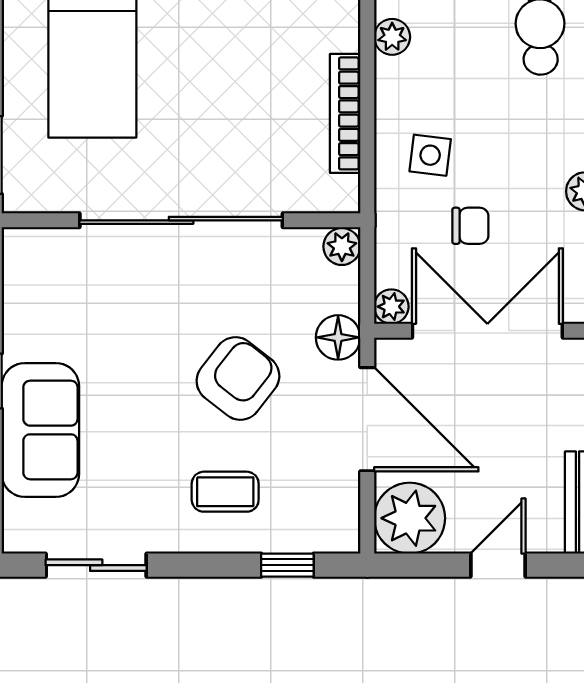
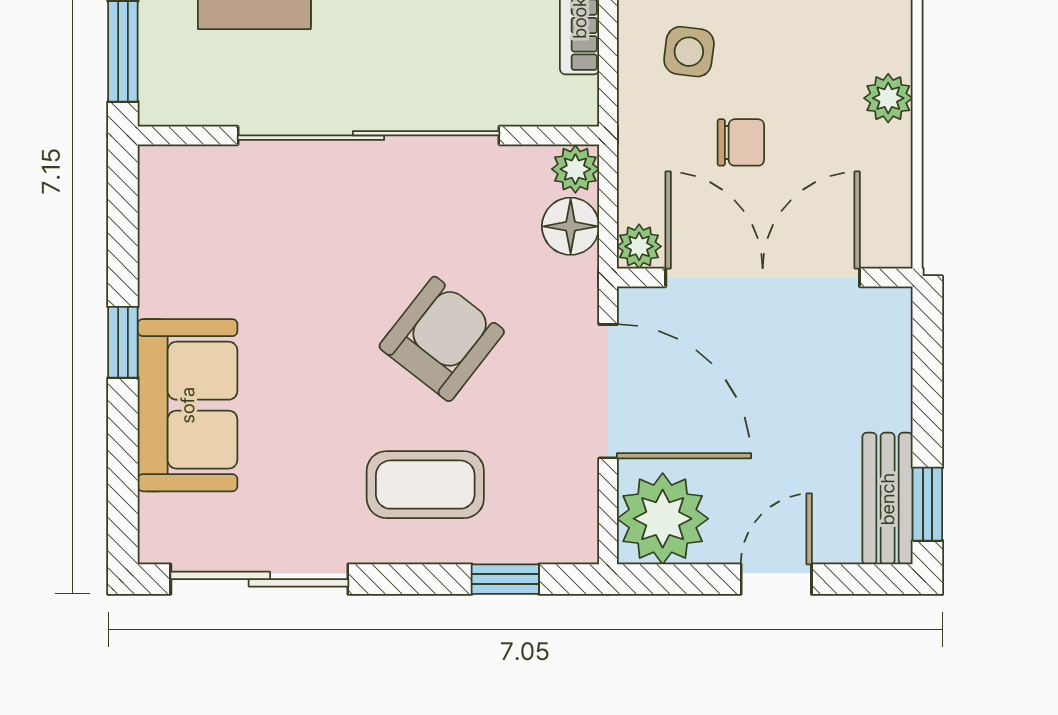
floor lamp: (338, 337) -> (571, 226), moved
coffee table: (225, 492) -> (425, 485), width x1.36, depth x1.30
sliding door: (96, 565) -> (259, 579), width x1.37

